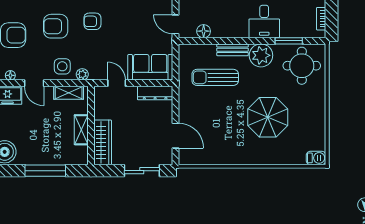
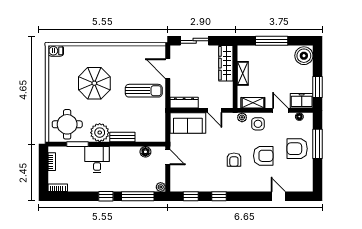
armchair: (92, 21) -> (234, 160), turned 90
sun lounger: (215, 77) -> (144, 91), moved

